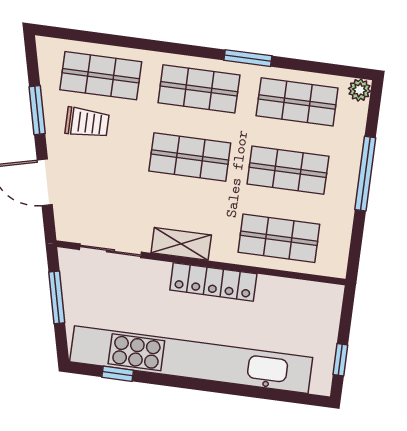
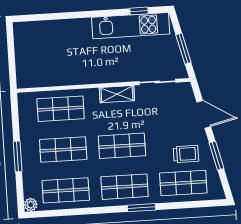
window: (248, 58) -> (141, 208), moved
trolley: (87, 123) -> (186, 154), turned 180
window: (365, 174) -> (18, 156), width x0.69
locker: (213, 282) -> (94, 76), removed
kitchen unit: (191, 360) -> (131, 26), width x0.54
window: (340, 360) -> (11, 45), removed

